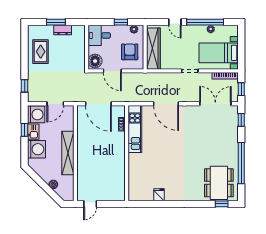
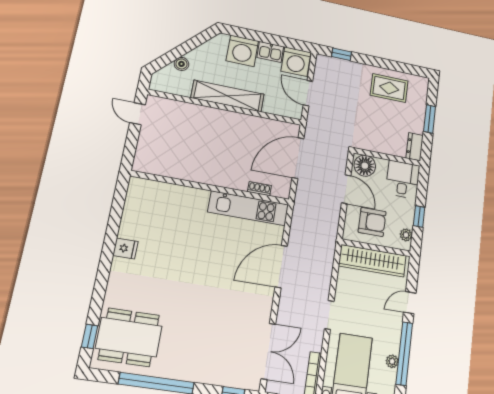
dresser: (63, 30) -> (415, 147), moved
door: (112, 71) -> (346, 189), swing flipped
window: (25, 130) -> (275, 40), removed
fridge: (159, 195) -> (125, 248), moved

